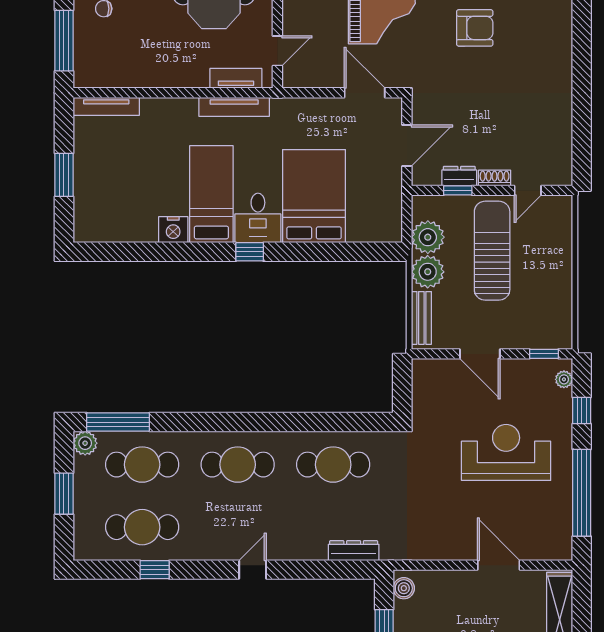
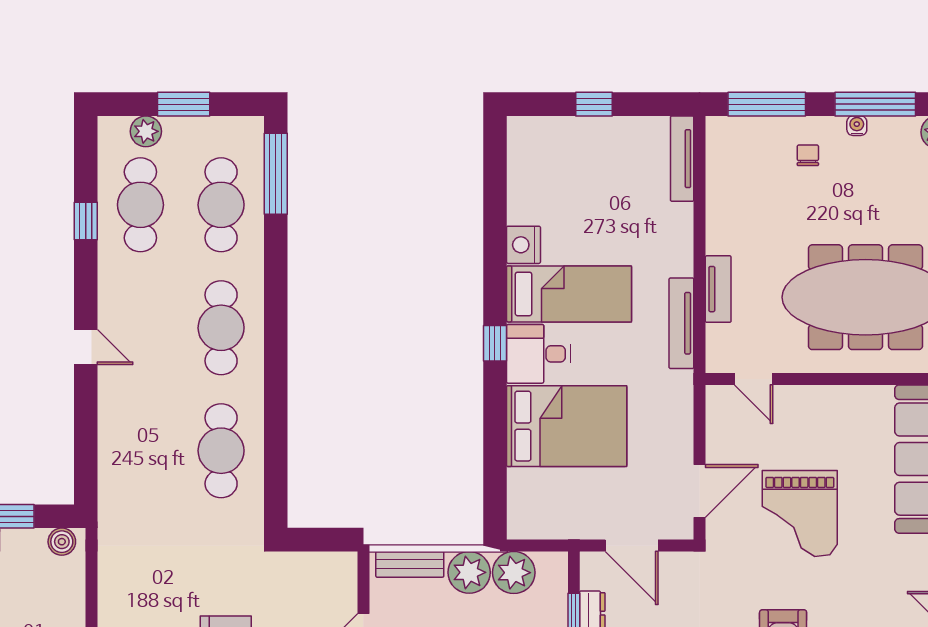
tv unit: (236, 78) -> (718, 289), moved
window: (64, 175) -> (594, 104), width x0.67
plant: (85, 443) -> (146, 131), moved
dresser: (354, 551) -> (110, 477), removed

